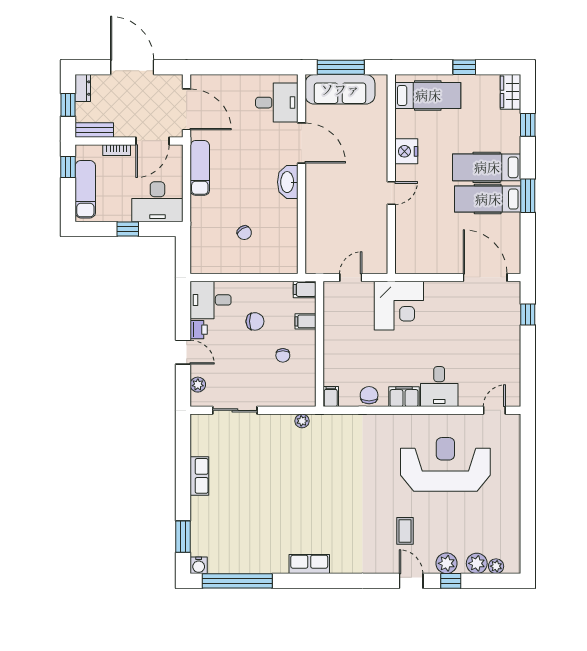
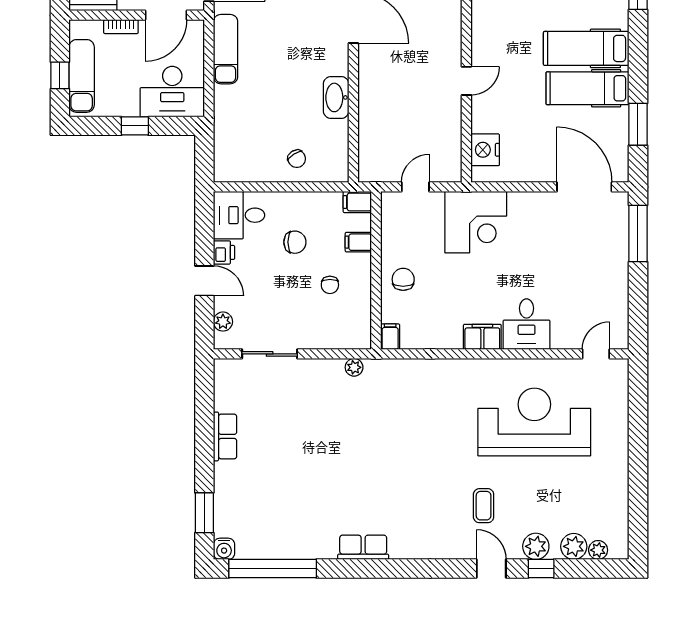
nightstand: (406, 151) -> (485, 150), moved
window: (68, 167) -> (60, 75), moved
washbasin: (288, 182) -> (336, 97), moved
window: (528, 196) -> (638, 124), moved
chair: (244, 233) -> (297, 159), moved
window: (528, 315) -> (638, 234), width x2.17
chair: (369, 395) -> (403, 279), moved

